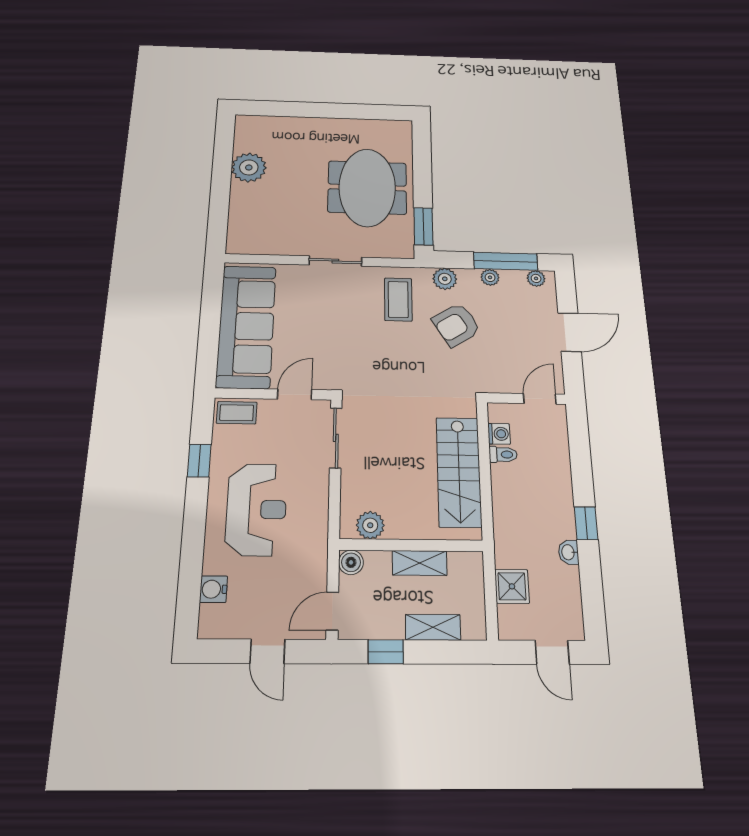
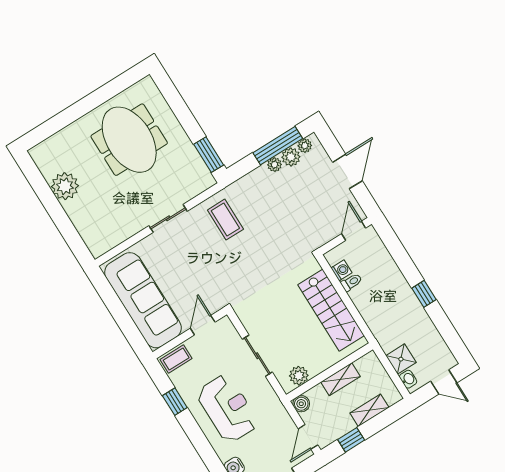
meeting table: (367, 187) -> (129, 140), moved
plant: (445, 279) -> (291, 157), moved
armchair: (456, 325) -> (273, 213), removed
sliding door: (336, 438) -> (257, 356), moved
washbasin: (569, 552) -> (408, 379), moved, turned 180

